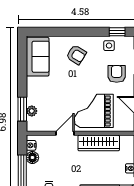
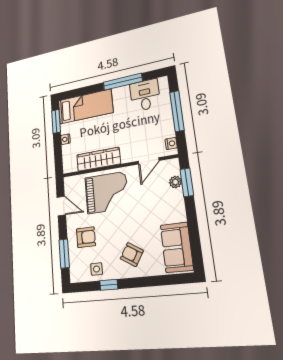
window: (117, 32) -> (109, 285), moved
armchair: (117, 74) -> (86, 237), turned -90
door: (65, 133) -> (149, 161), moved
floor lamp: (32, 158) -> (168, 131), removed

